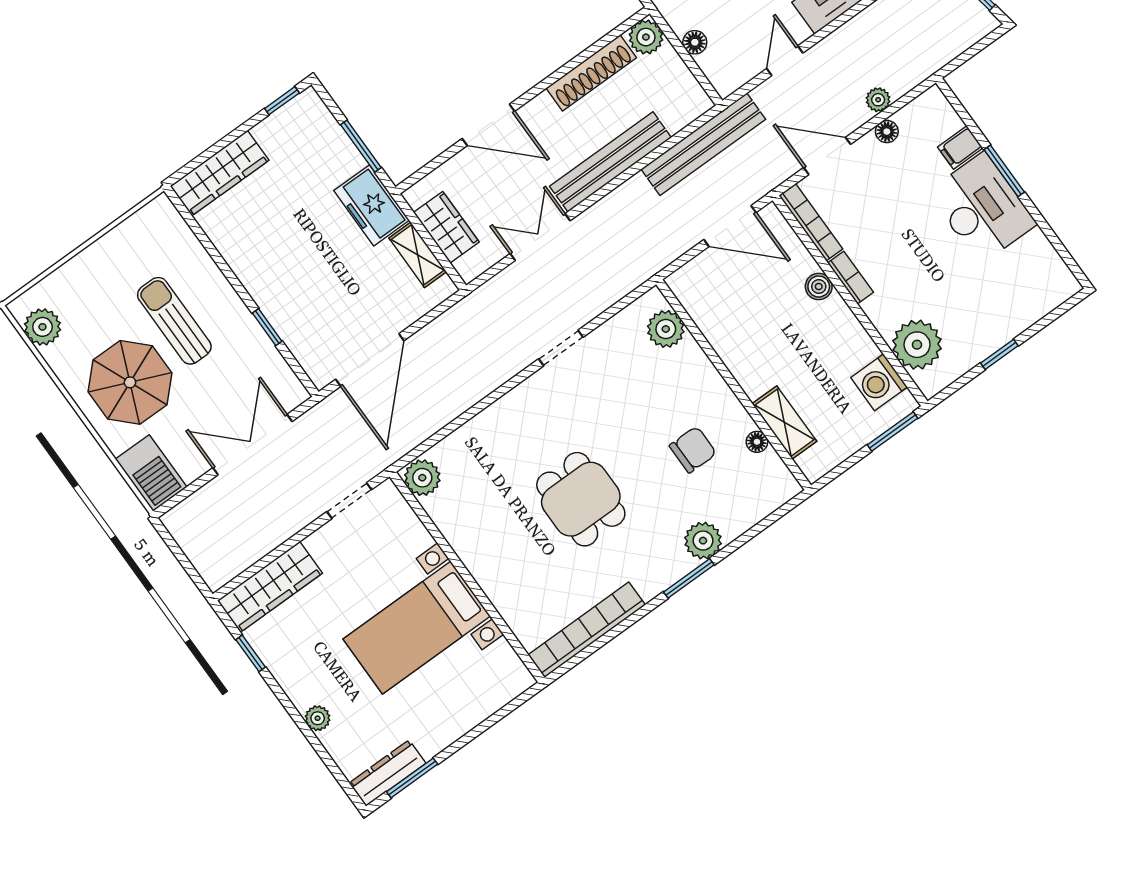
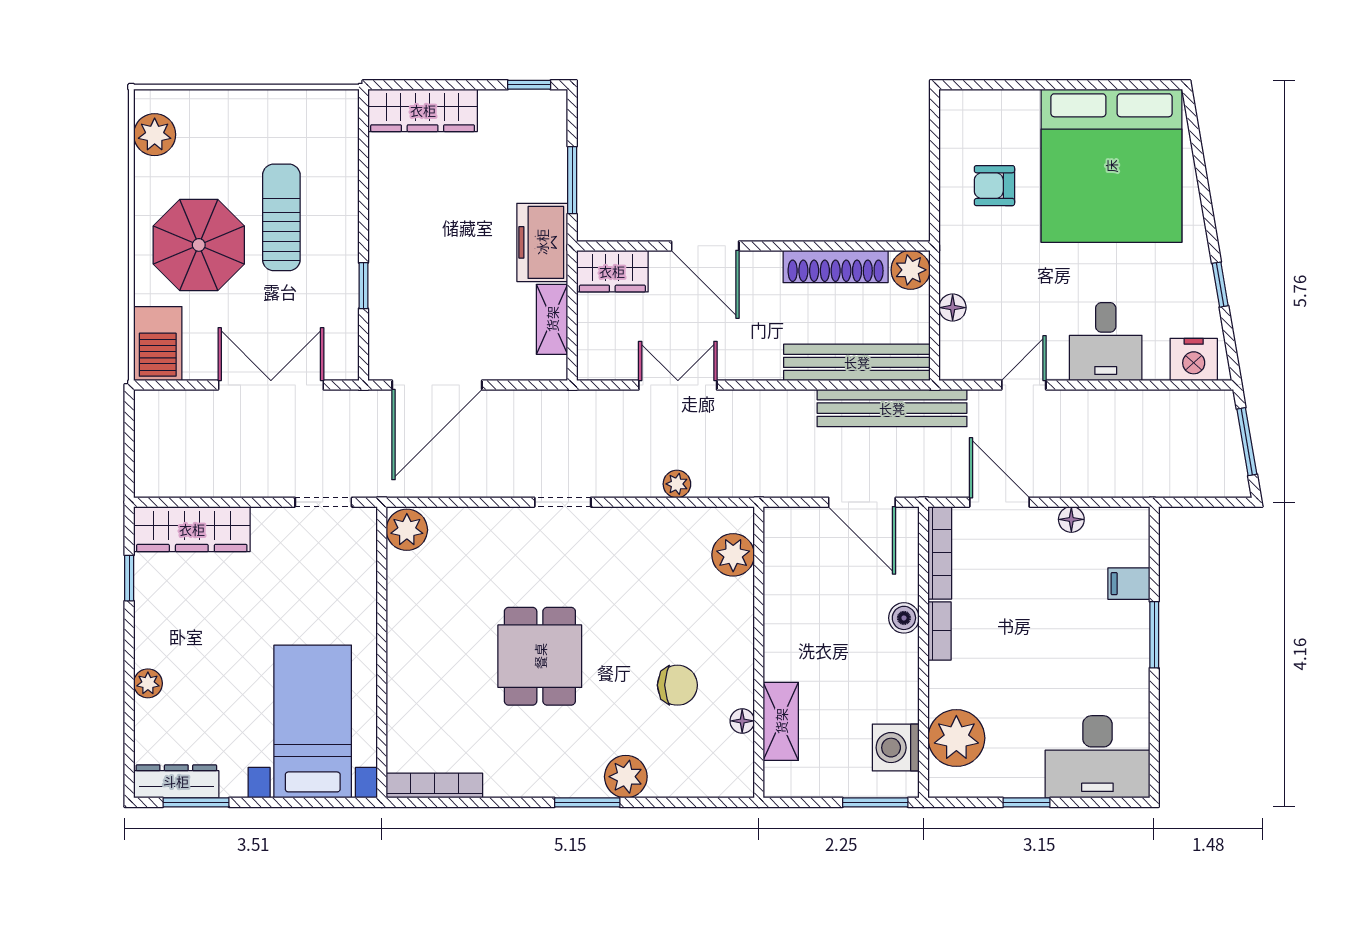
plant: (878, 100) -> (677, 484), moved
bench: (611, 162) -> (857, 362), moved
desk: (982, 208) -> (1097, 757), moved, turned 90
wardrobe: (446, 227) -> (612, 271), moved, turned 90
doorway: (561, 348) -> (563, 502), moved
bed with nightstands: (417, 628) -> (313, 722), moved, turned 90
bookcase: (587, 630) -> (434, 786), width x0.68, depth x0.76

